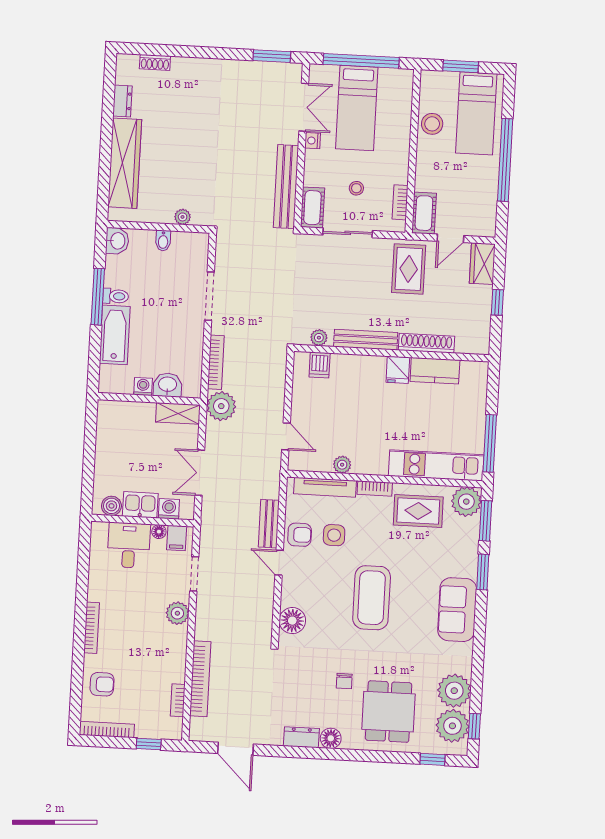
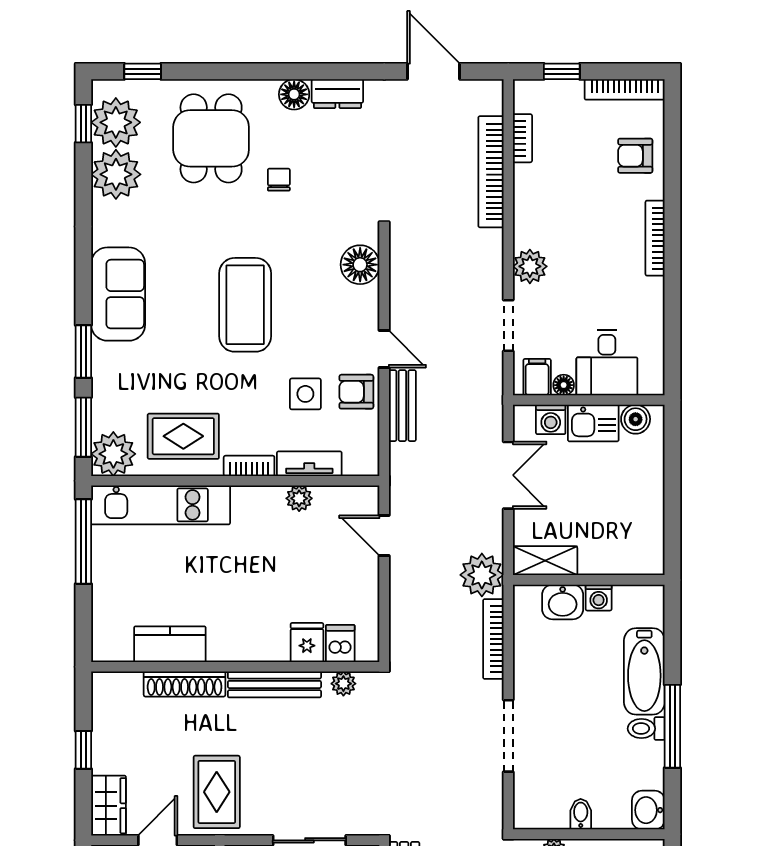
fridge: (398, 370) -> (307, 642), moved
tv unit: (325, 487) -> (309, 464), width x0.71

